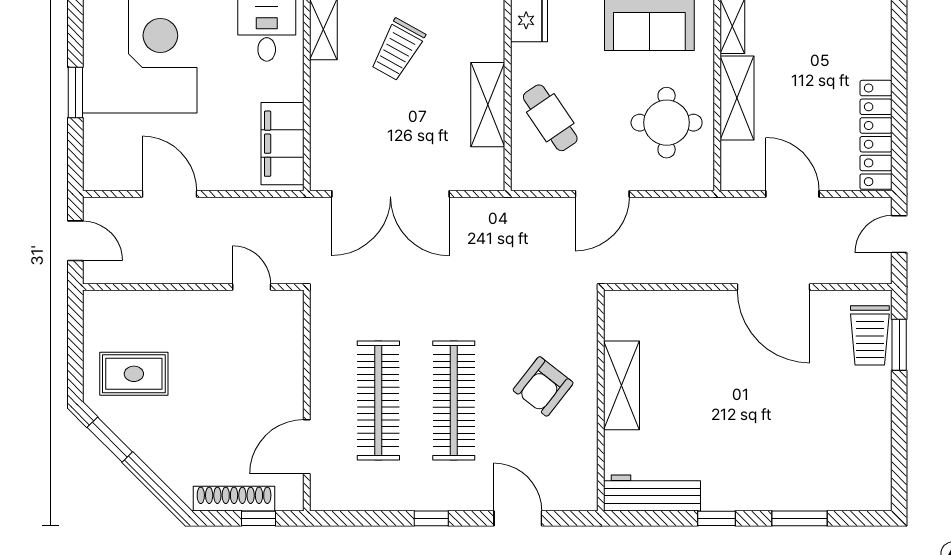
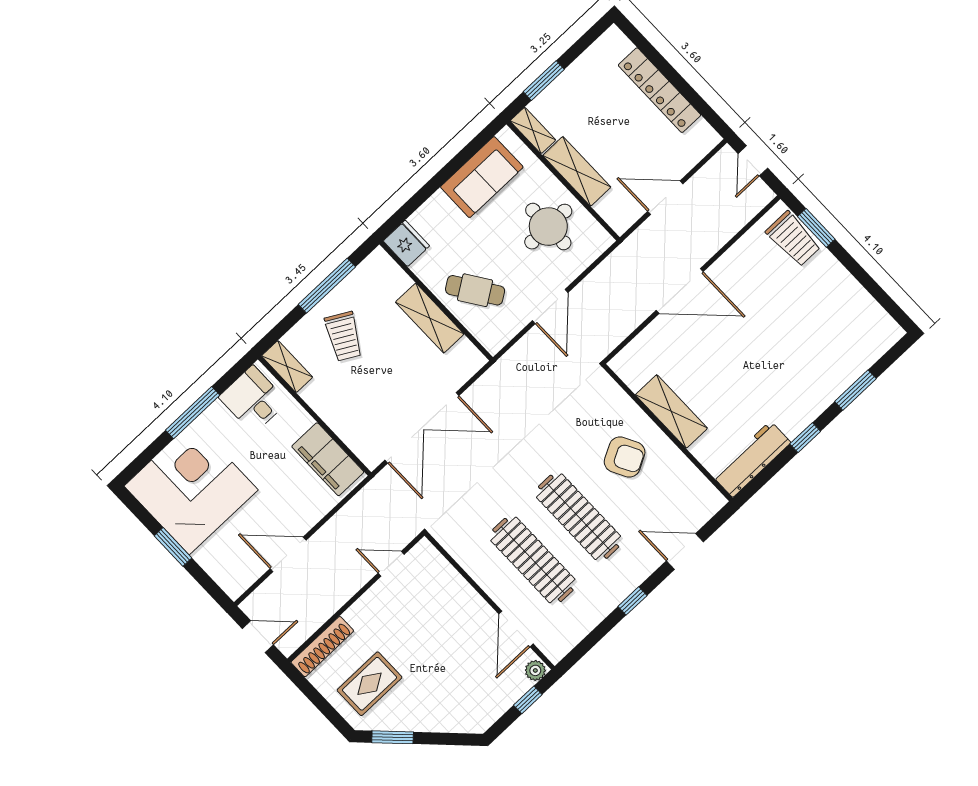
locker: (876, 135) -> (659, 90), moved
door: (774, 287) -> (680, 291), moved
armchair: (543, 386) -> (625, 457), turned -66
shoe rack: (234, 499) -> (322, 647), moved, turned 180
plant: (289, 499) -> (535, 670), added

